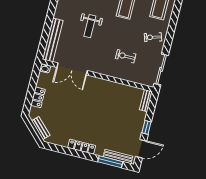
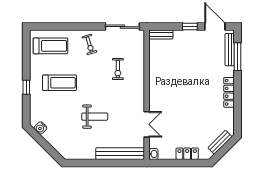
double door: (72, 69) -> (147, 124), width x0.73

